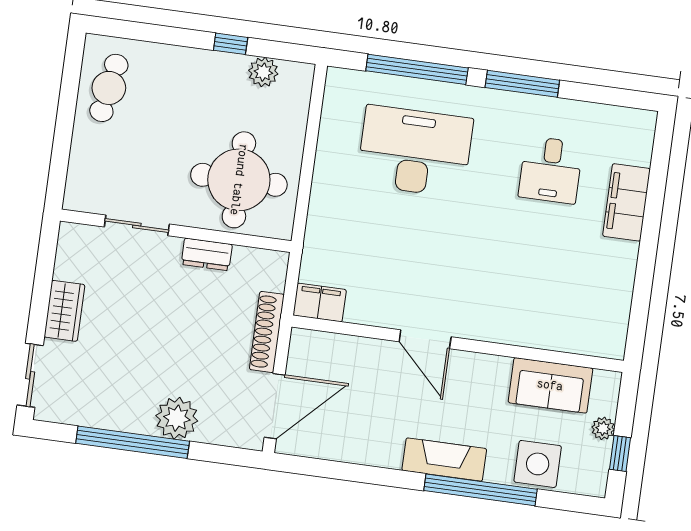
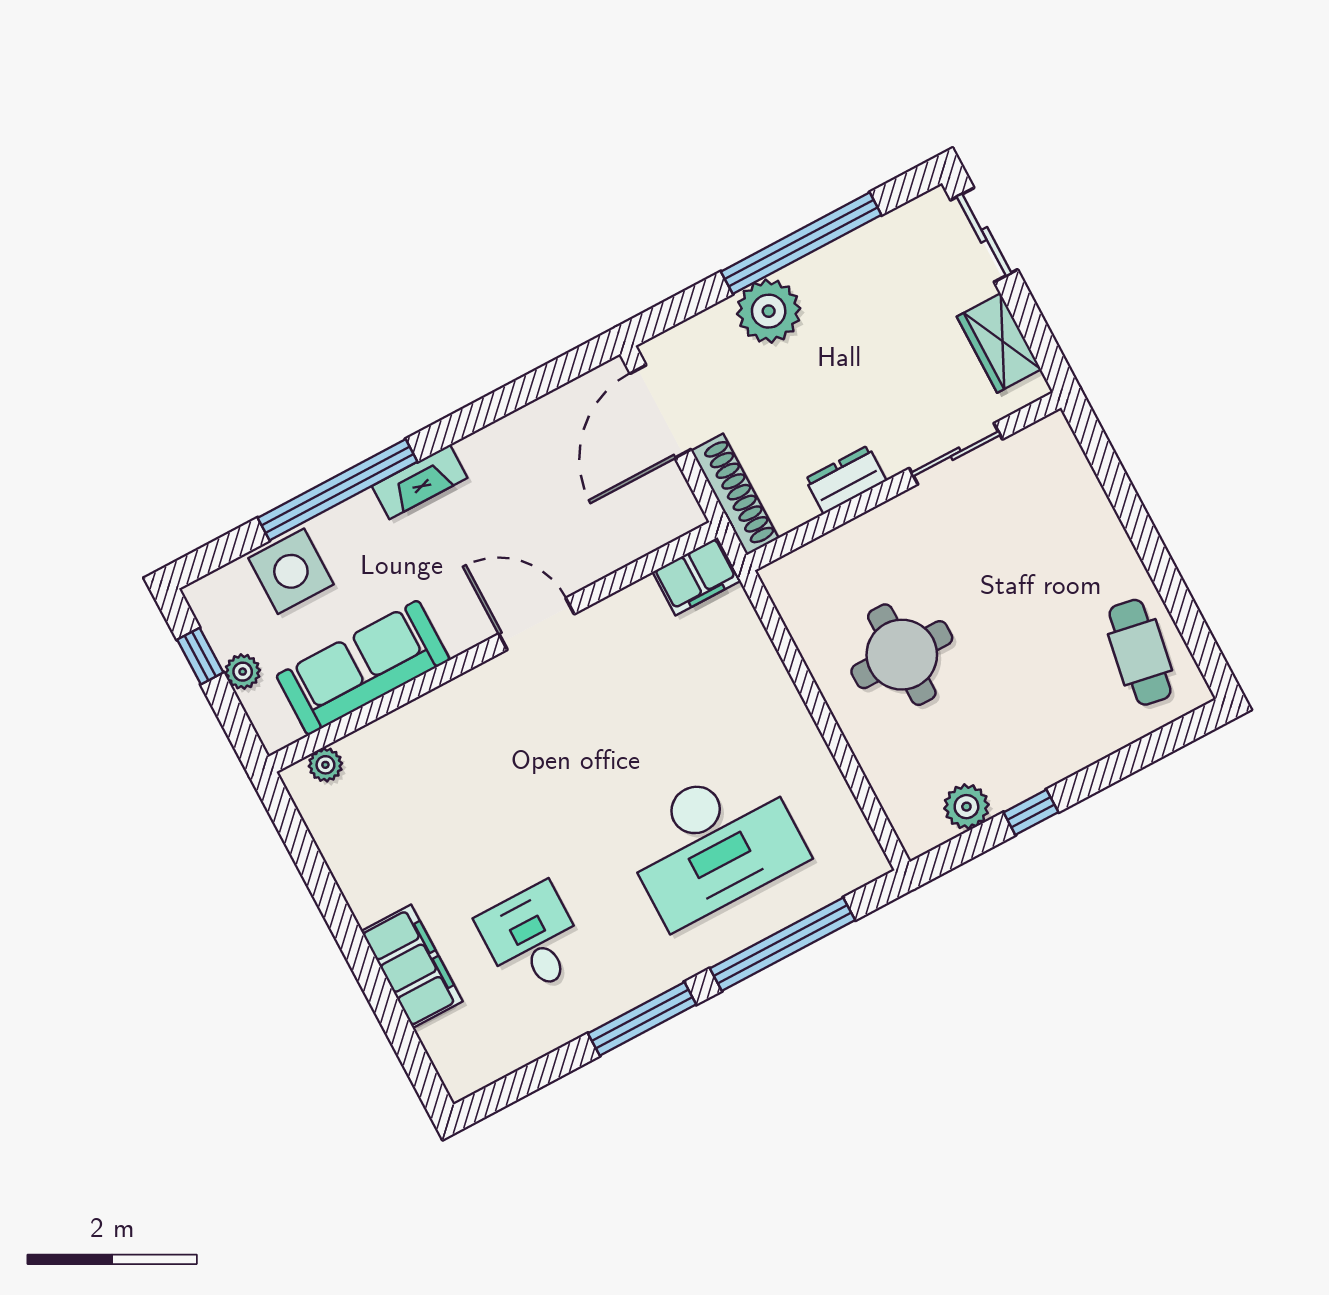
round table: (239, 180) -> (902, 655), width x0.73, depth x0.73
sliding door: (137, 225) -> (956, 454), moved
wall: (176, 231) -> (904, 481), moved
dresser: (207, 254) -> (846, 480), moved
plant: (595, 345) -> (325, 765), added
sofa: (550, 385) -> (363, 668), width x1.36
fireplace: (444, 460) -> (420, 482), width x0.73, depth x0.76

